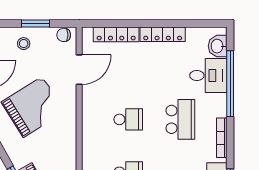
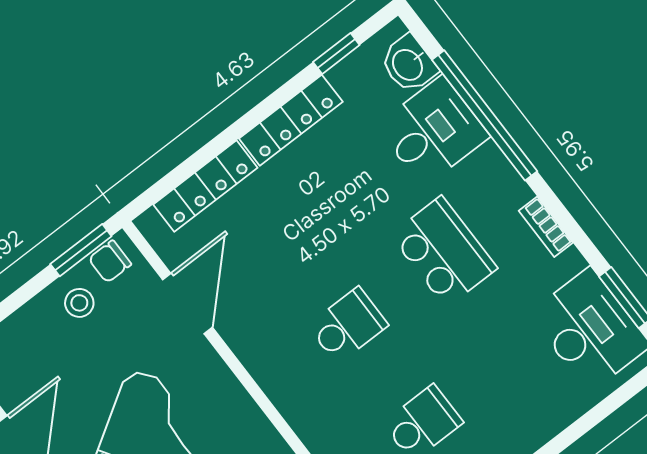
window: (35, 23) -> (81, 250), moved
window: (196, 23) -> (336, 53), added
stool: (24, 44) -> (79, 303), moved
bookcase: (222, 138) -> (546, 227), width x0.64

